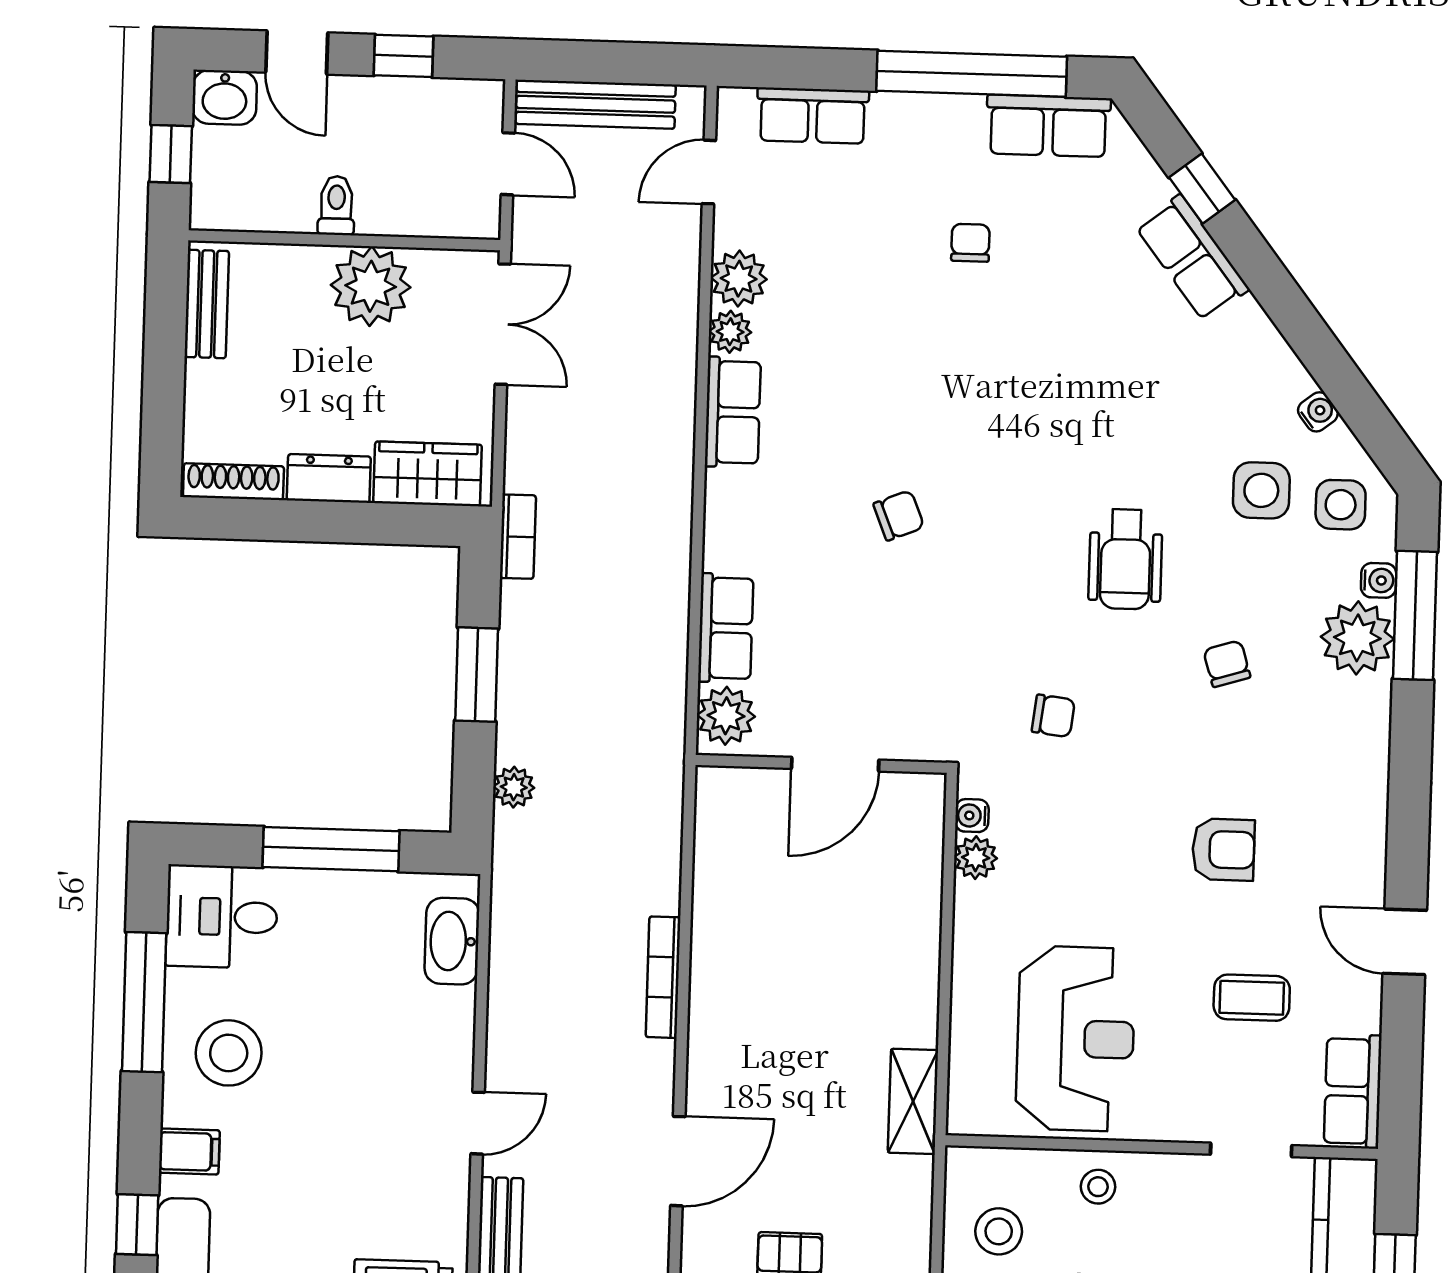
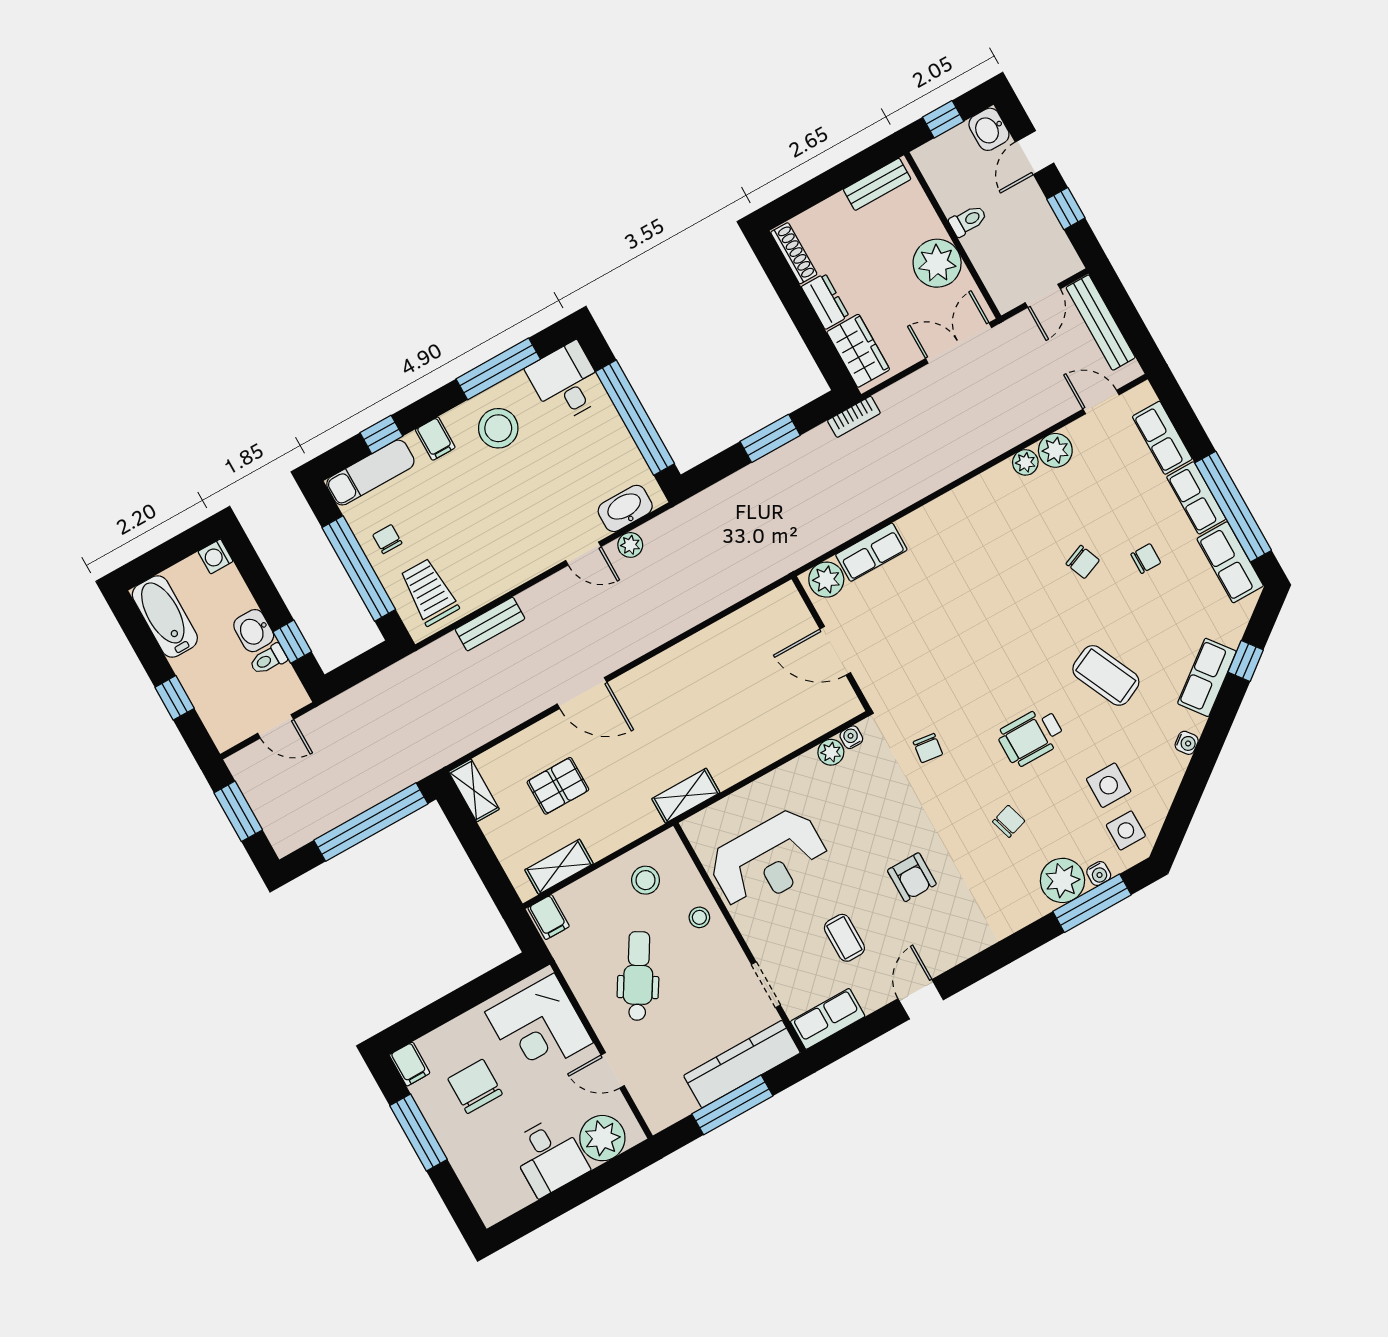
double door: (503, 324) -> (959, 343), swing flipped
coffee table: (1103, 400) -> (1106, 675), added
row of seats: (733, 412) -> (1196, 498), moved, turned 90
water cooler: (1318, 412) -> (1187, 743), moved
chair: (899, 515) -> (1083, 562), moved
plant: (514, 787) -> (630, 545), moved
window: (331, 849) -> (635, 418), width x1.46
bookcase: (663, 977) -> (672, 628), removed
door: (478, 1123) -> (583, 554), moved

